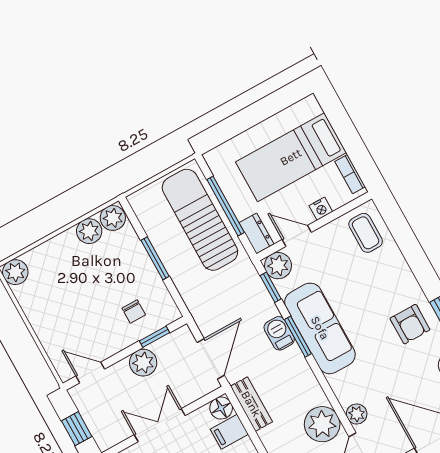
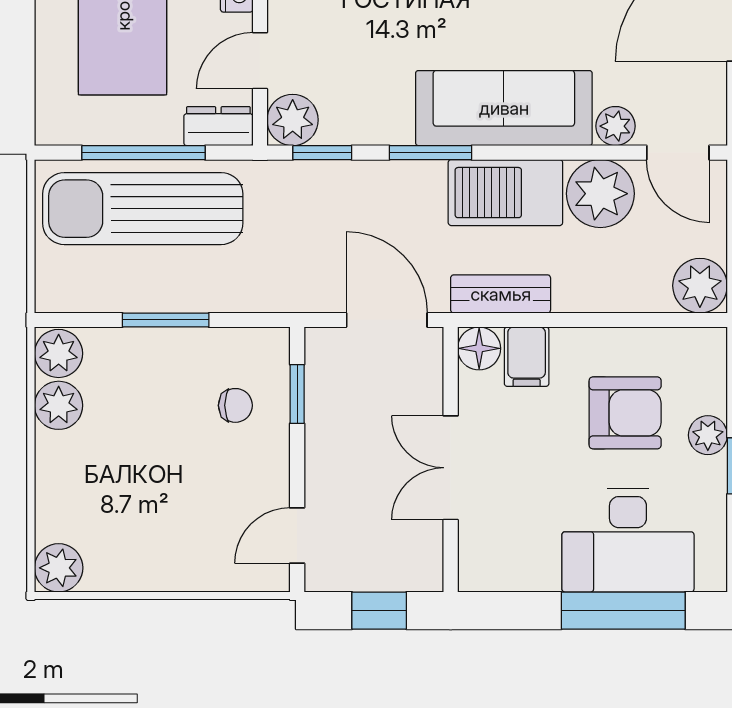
sofa: (320, 328) -> (504, 108), moved
barbecue: (279, 333) -> (505, 193), moved, width x1.88, depth x1.53
plant: (143, 363) -> (330, 437), removed

